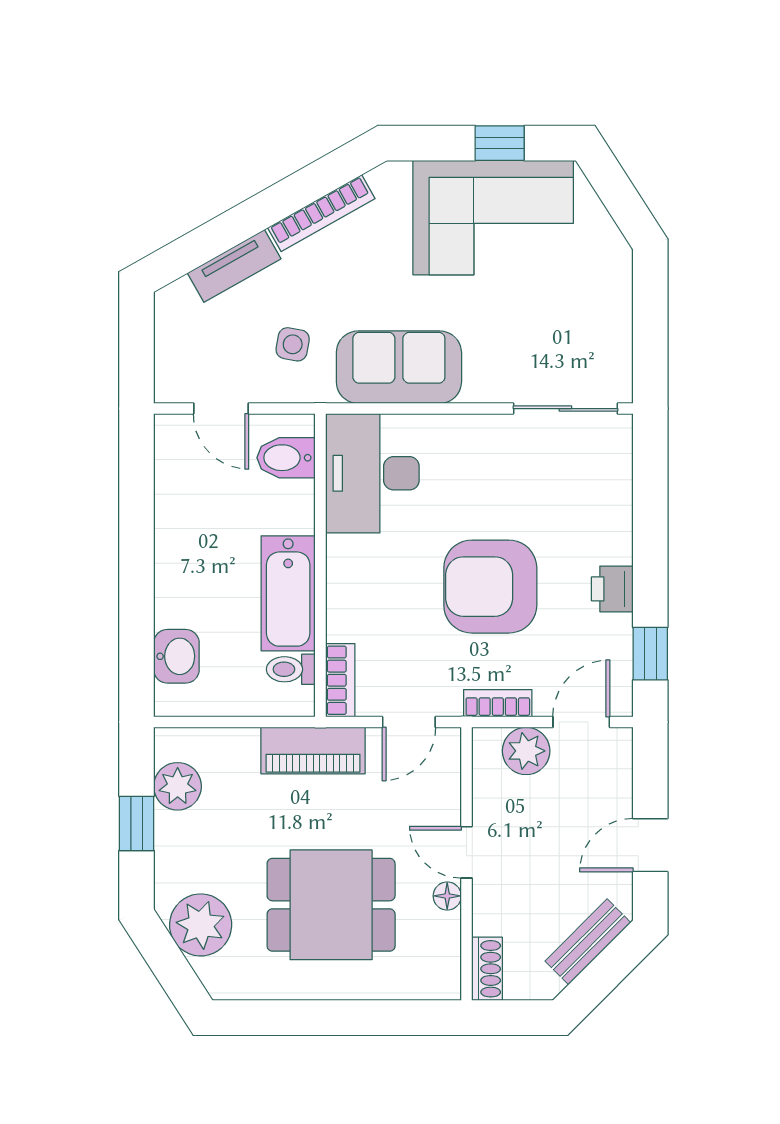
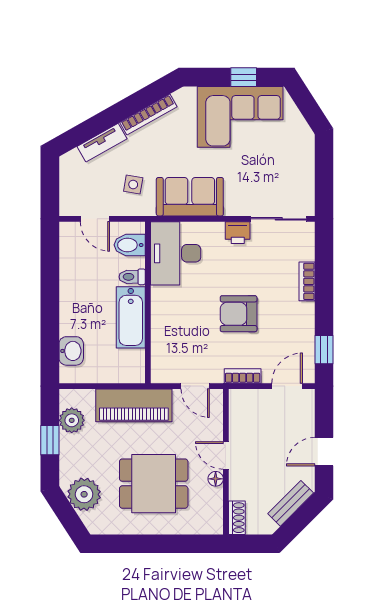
armchair: (490, 587) -> (239, 314), width x0.73, depth x0.73
printer: (612, 589) -> (238, 233), moved, turned -90
toilet: (291, 669) -> (132, 277), moved
bookcase: (340, 680) -> (307, 281), moved, turned 180
door: (409, 722) -> (195, 386), hinge flipped
piano: (313, 751) -> (134, 405), width x1.37, depth x1.33
plant: (526, 751) -> (258, 401), removed

